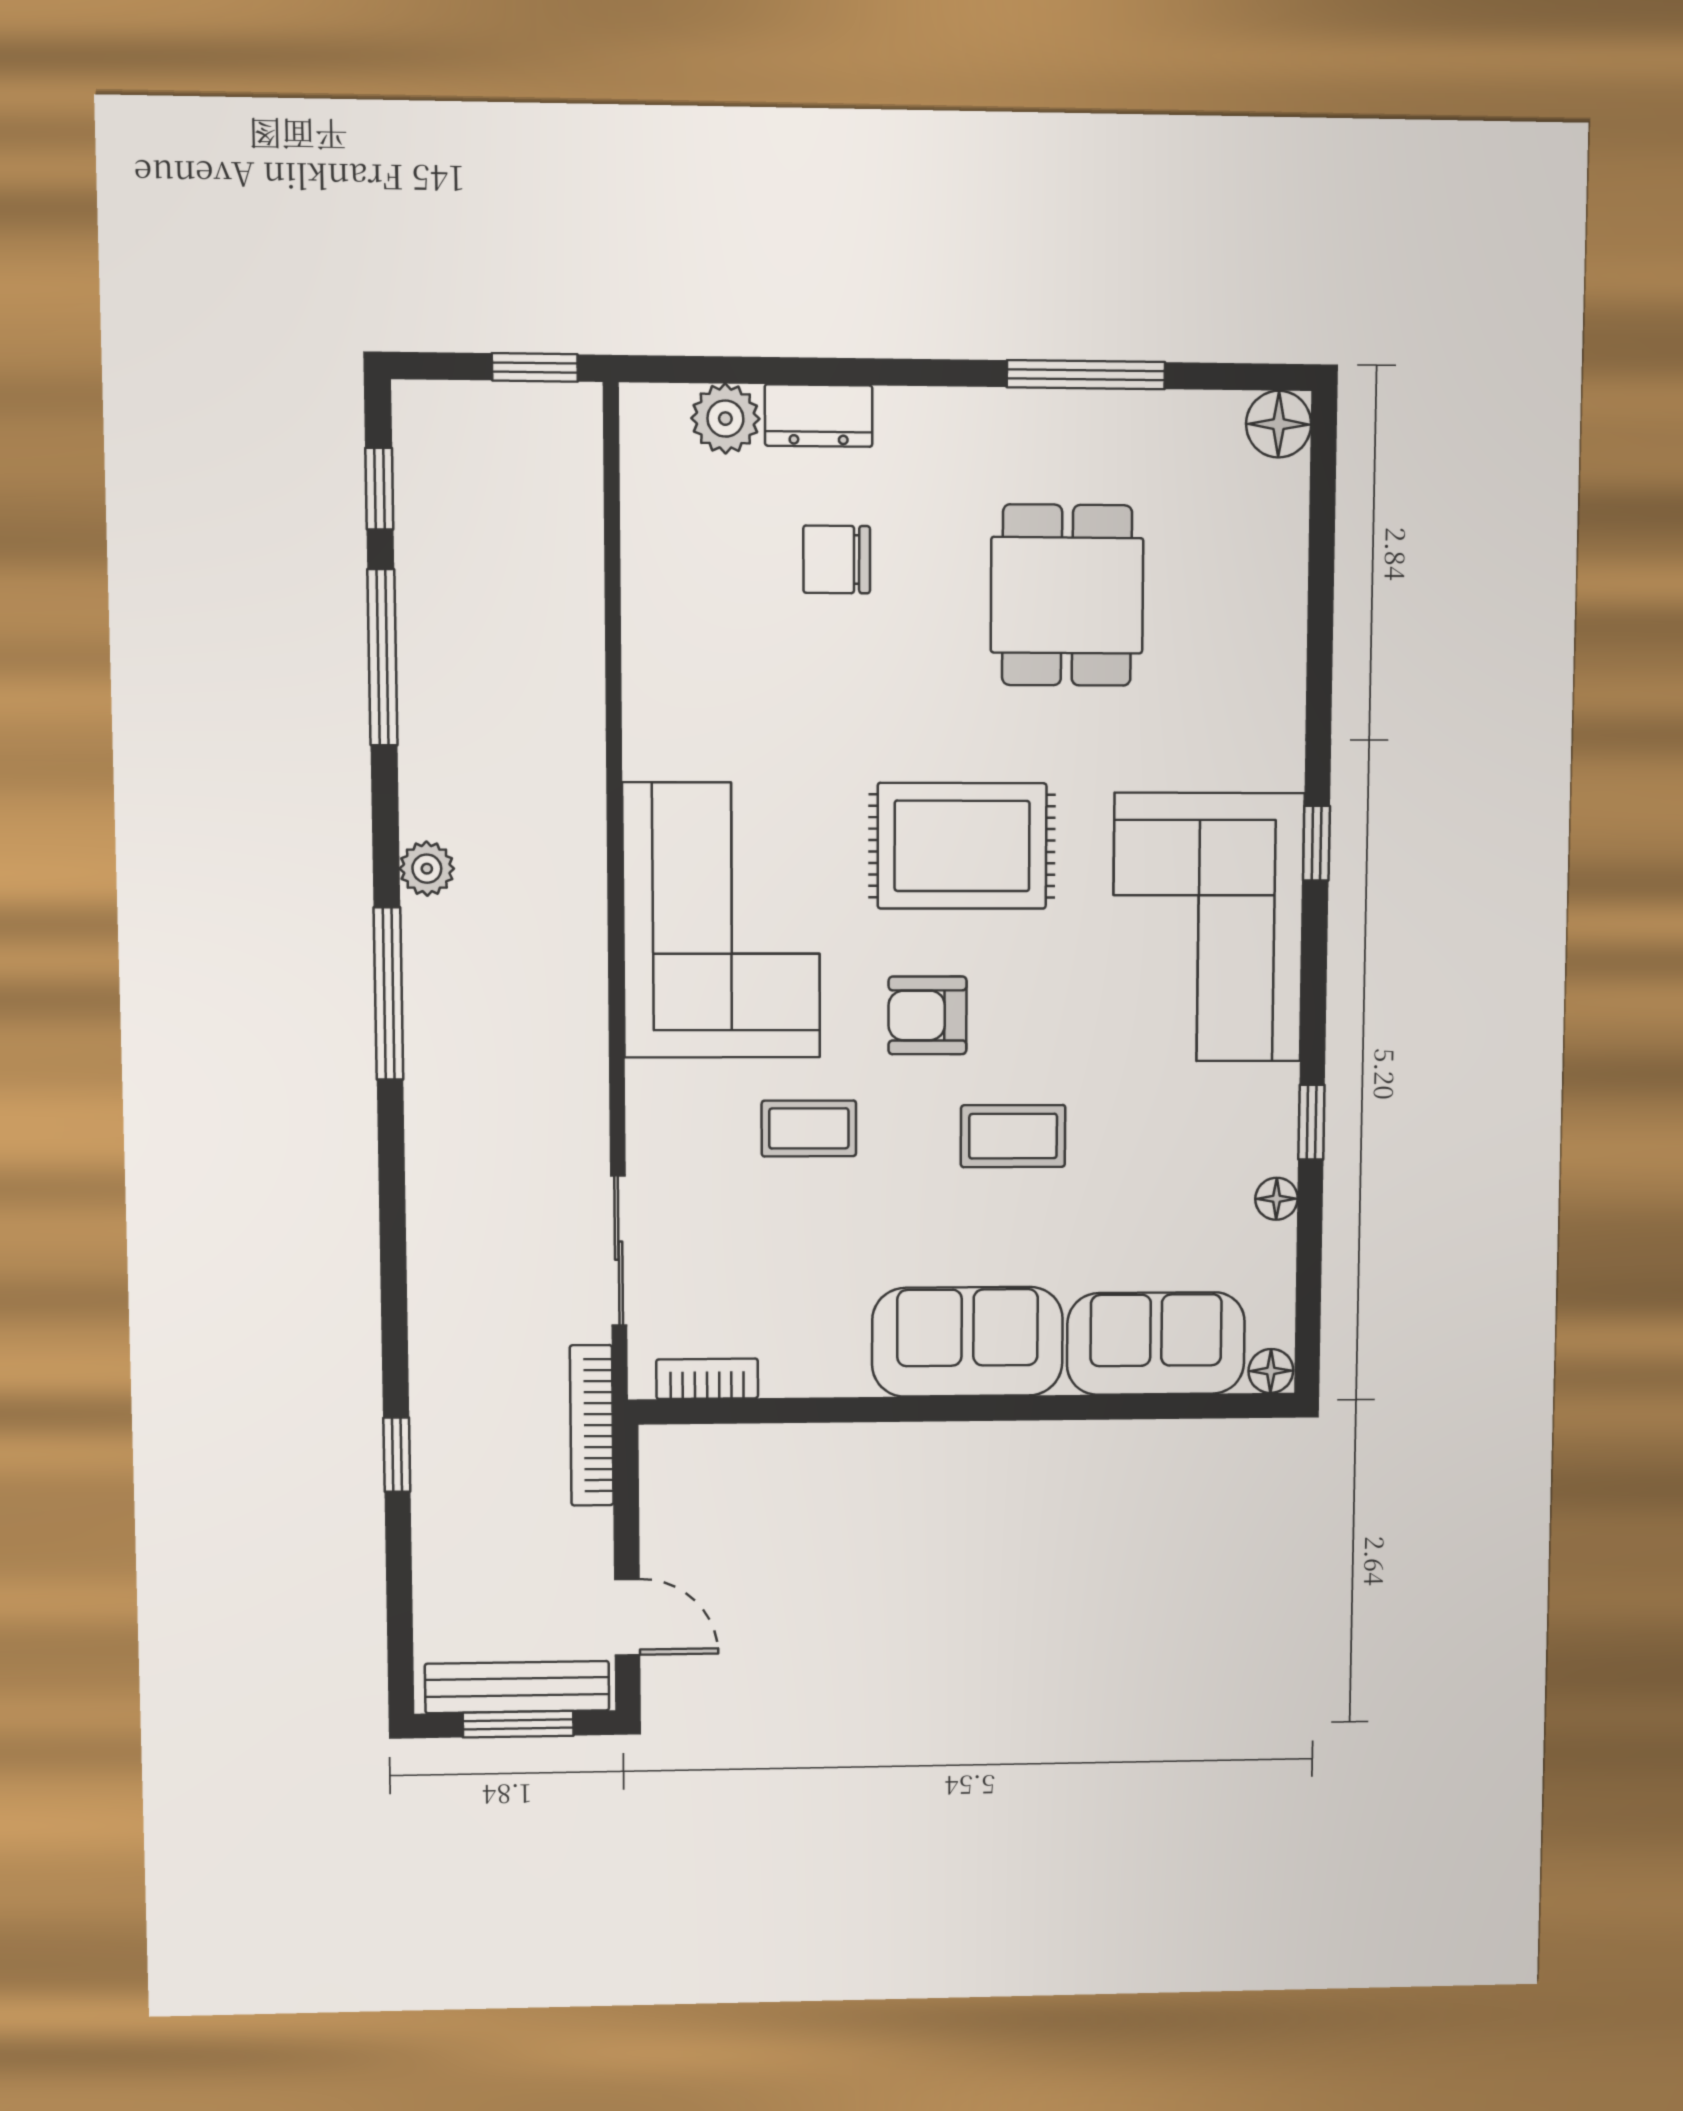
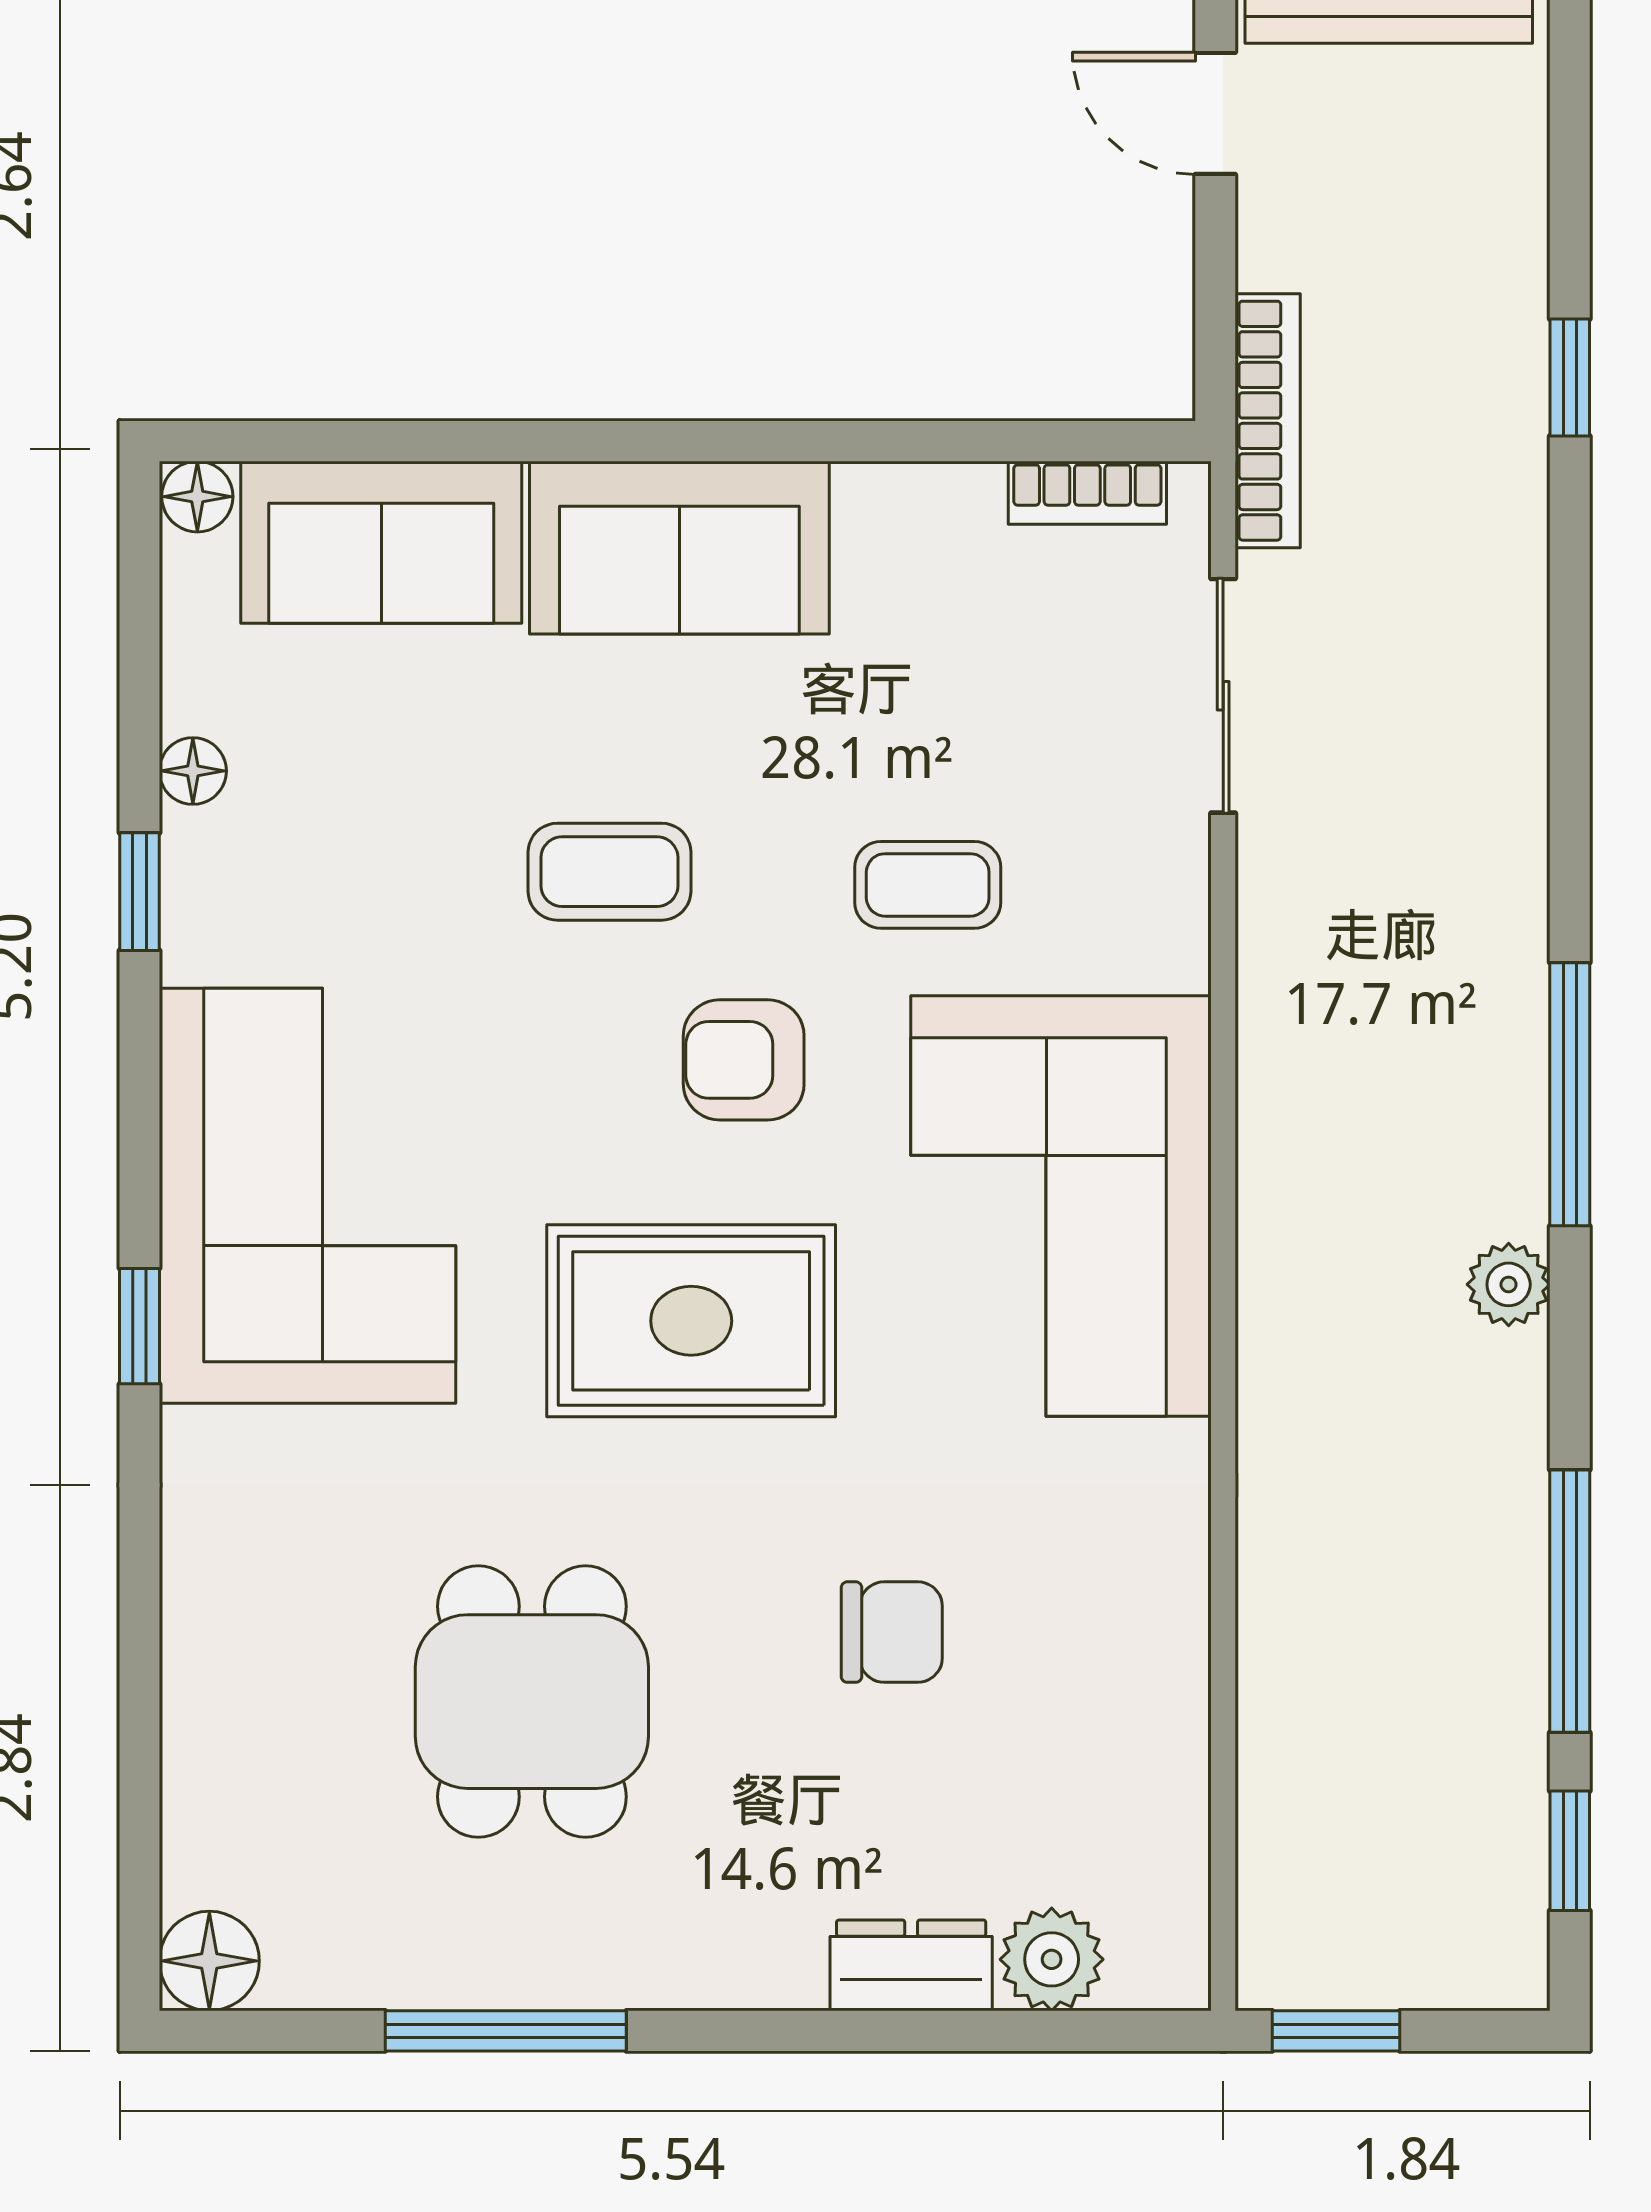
chair: (837, 559) -> (892, 1632), moved
armchair: (928, 1015) -> (744, 1060), turned 180

